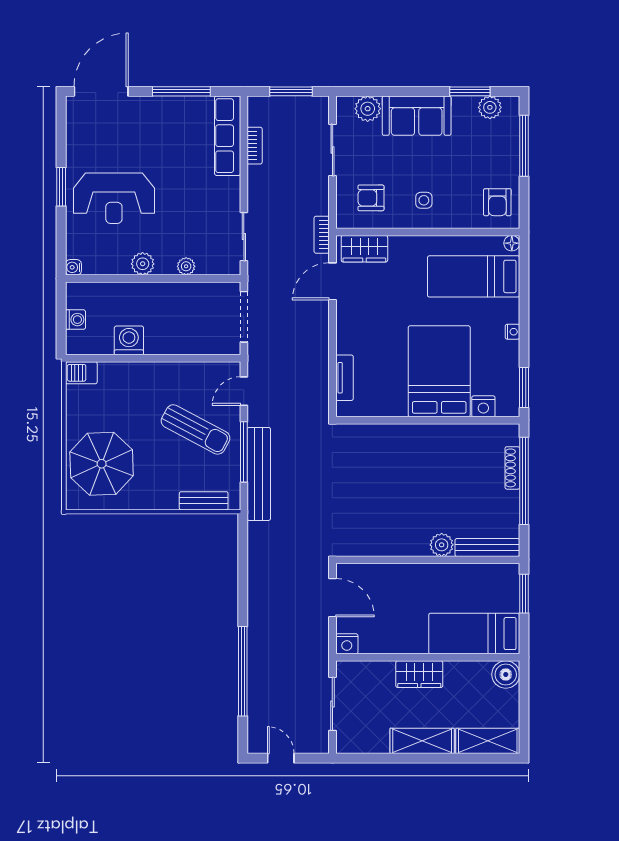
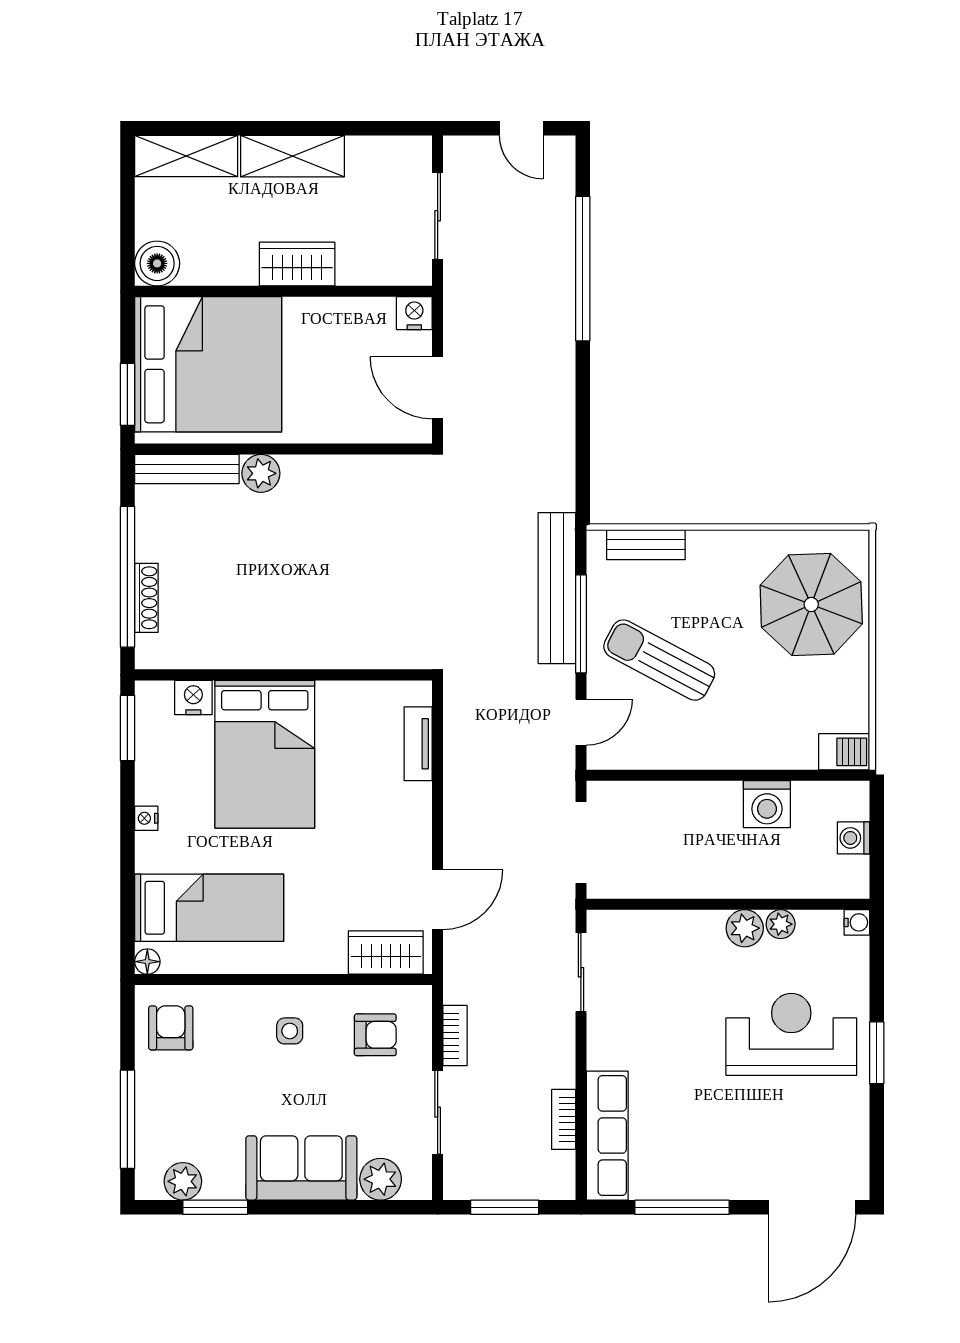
bookcase: (322, 235) -> (455, 1036), moved
plant: (186, 266) -> (781, 924), moved
bed: (474, 634) -> (208, 364), width x2.04

